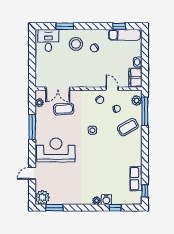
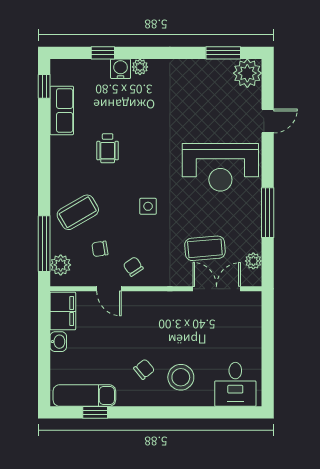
window: (65, 26) -> (203, 412), removed
wheelchair: (113, 160) -> (108, 148), added

